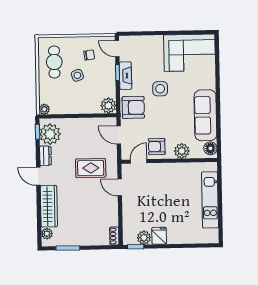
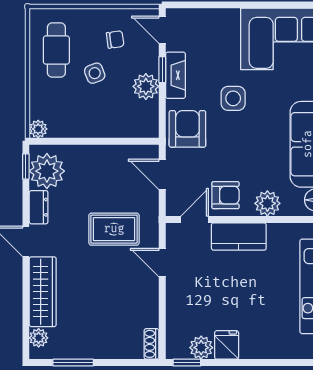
plant: (108, 106) -> (146, 86), moved
armchair: (133, 107) -> (187, 129), turned -90
armchair: (157, 147) -> (226, 195), turned 180
kitchen counter: (165, 171) -> (239, 237), added

